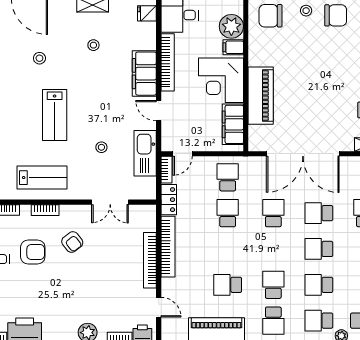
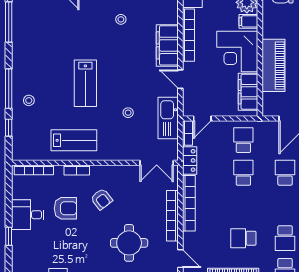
stool: (39, 58) -> (72, 31), removed
double door: (110, 202) -> (157, 163), moved
school desk: (273, 285) -> (285, 238), turned 180
round table: (102, 290) -> (129, 243), added

